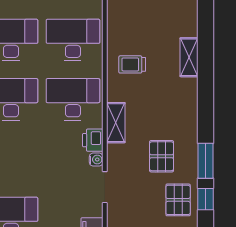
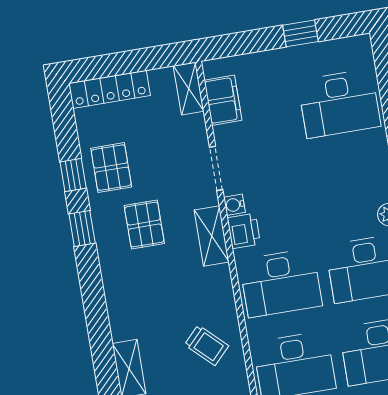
trolley: (132, 64) -> (207, 345), turned 44
shelving: (116, 123) -> (212, 236), moved
window: (206, 161) -> (82, 229), width x0.67

